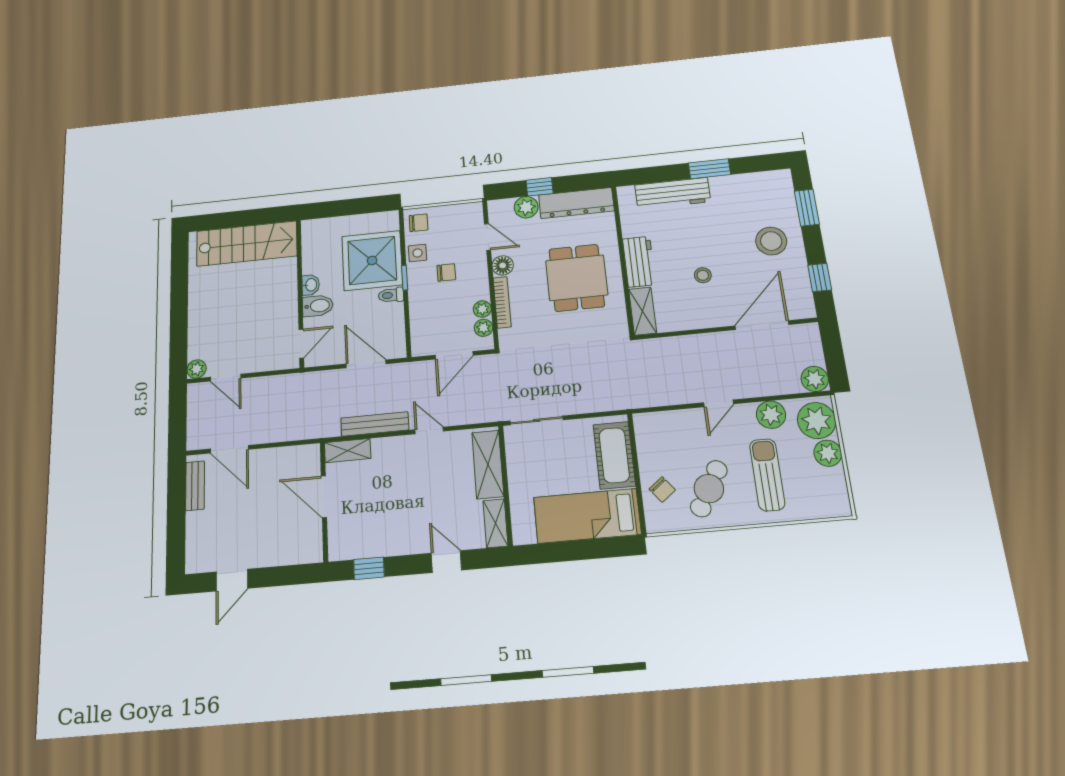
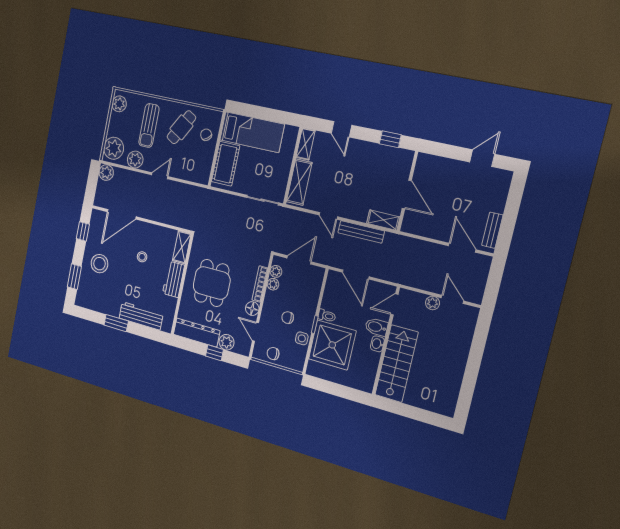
chair: (419, 223) -> (273, 354), moved
stairs: (247, 244) -> (396, 364), moved, turned 90
plant: (197, 369) -> (433, 303), moved
plant: (828, 453) -> (119, 104), moved

